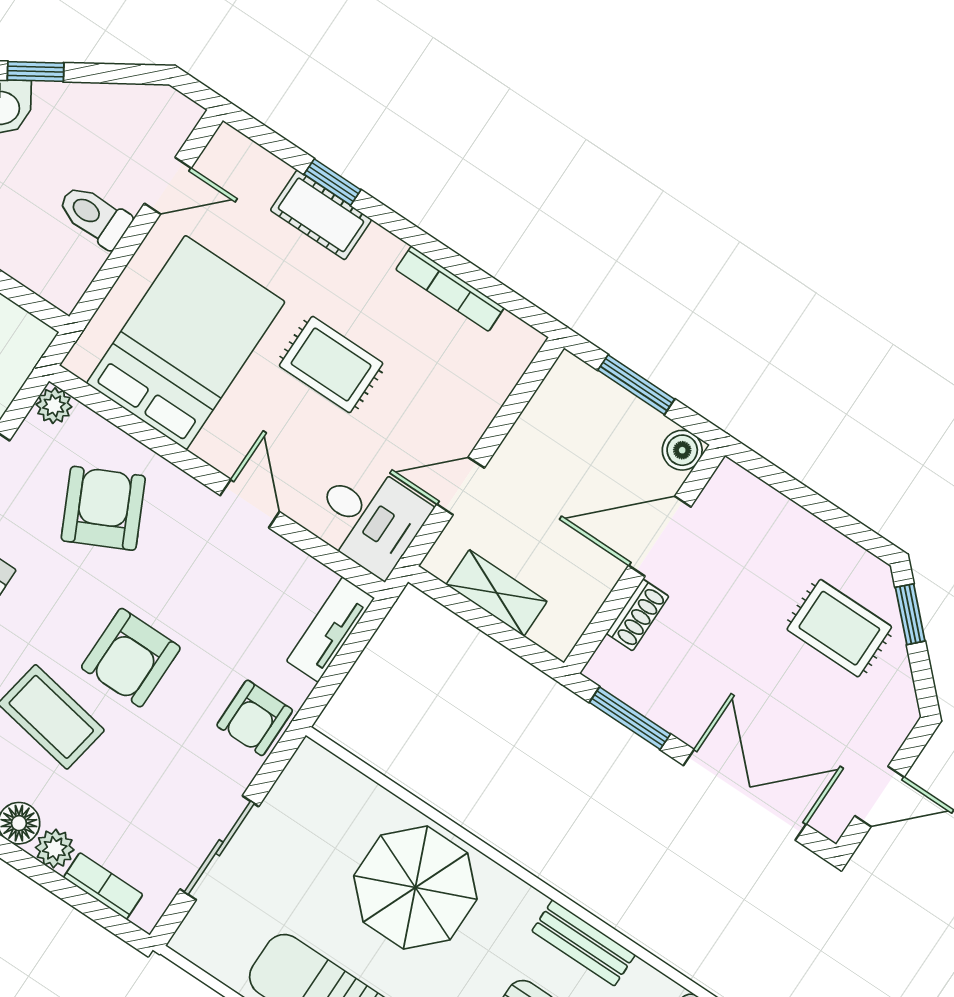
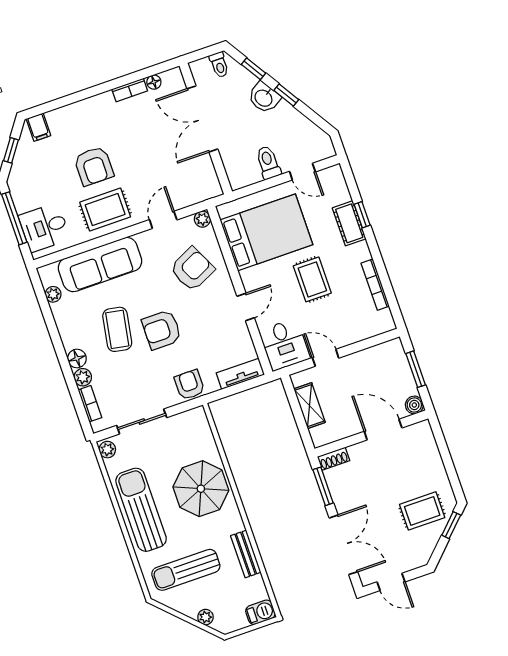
shoe rack: (638, 615) -> (333, 459), moved
rug: (839, 628) -> (422, 511), turned 90
armchair: (255, 718) -> (189, 385), turned 90
plant: (196, 944) -> (107, 450), added

